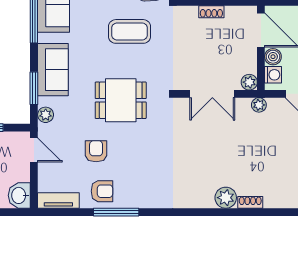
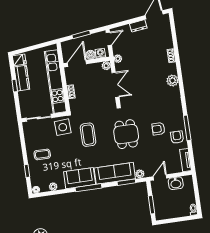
sofa: (53, 70) -> (115, 173), width x1.36
armchair: (96, 151) -> (158, 129), moved
washbasin: (19, 195) -> (176, 183), moved
plant: (226, 198) -> (172, 81), moved

